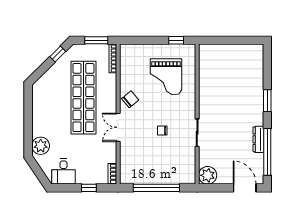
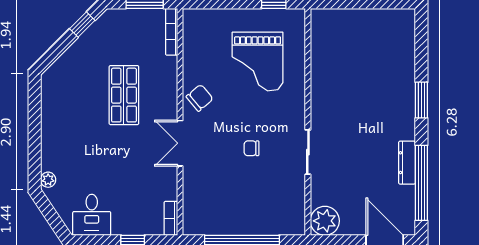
shop shelf: (83, 98) -> (124, 95), width x0.50, depth x0.74
plant: (41, 146) -> (48, 180), width x0.53, depth x0.53

